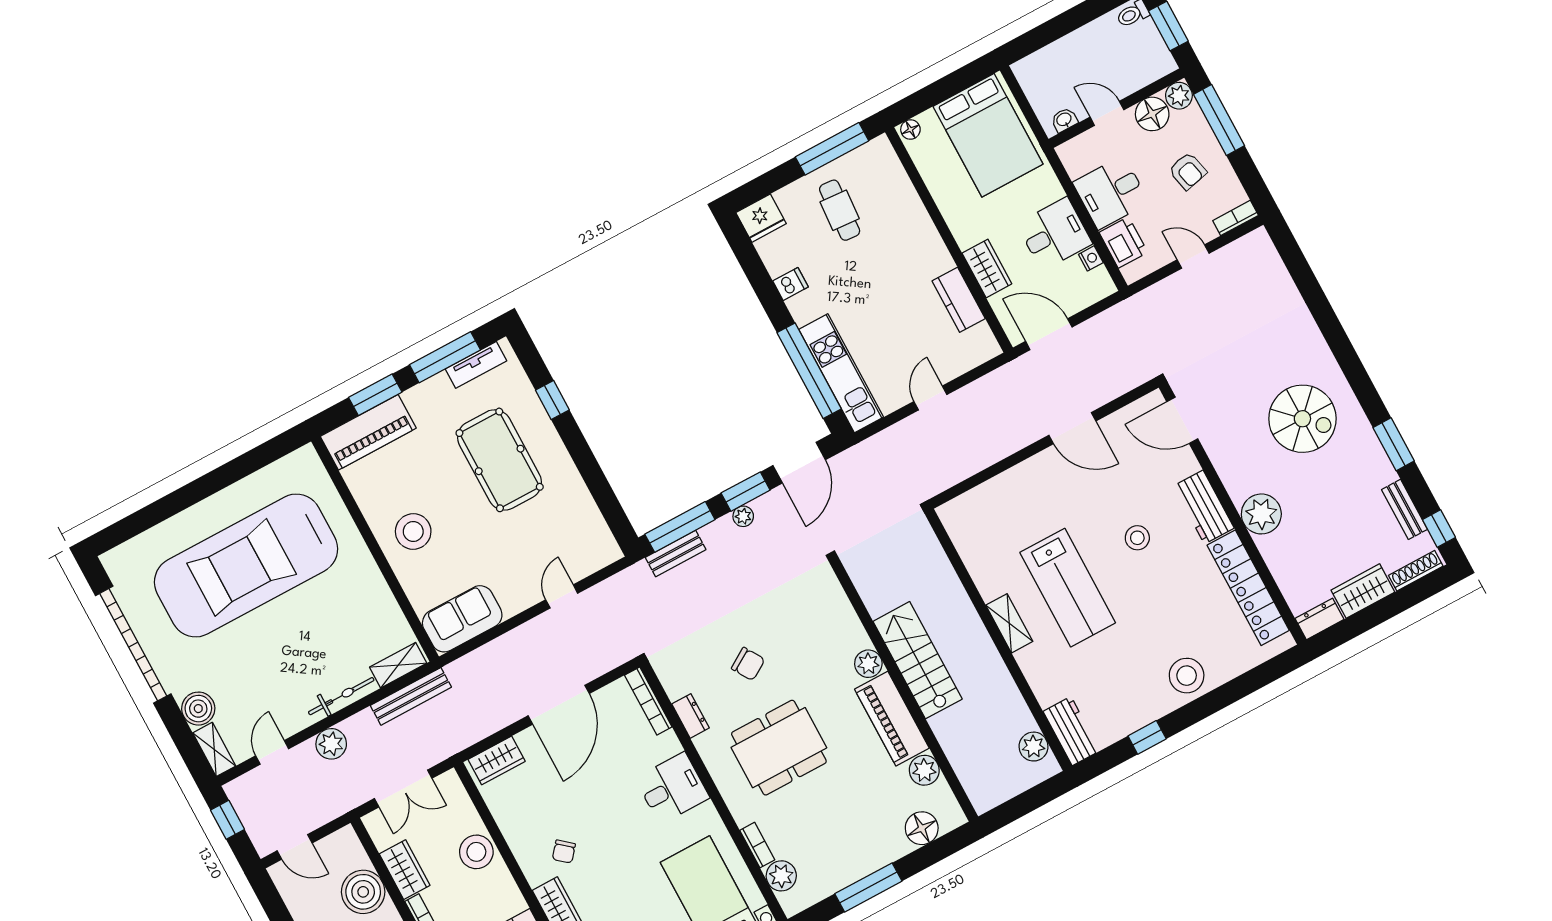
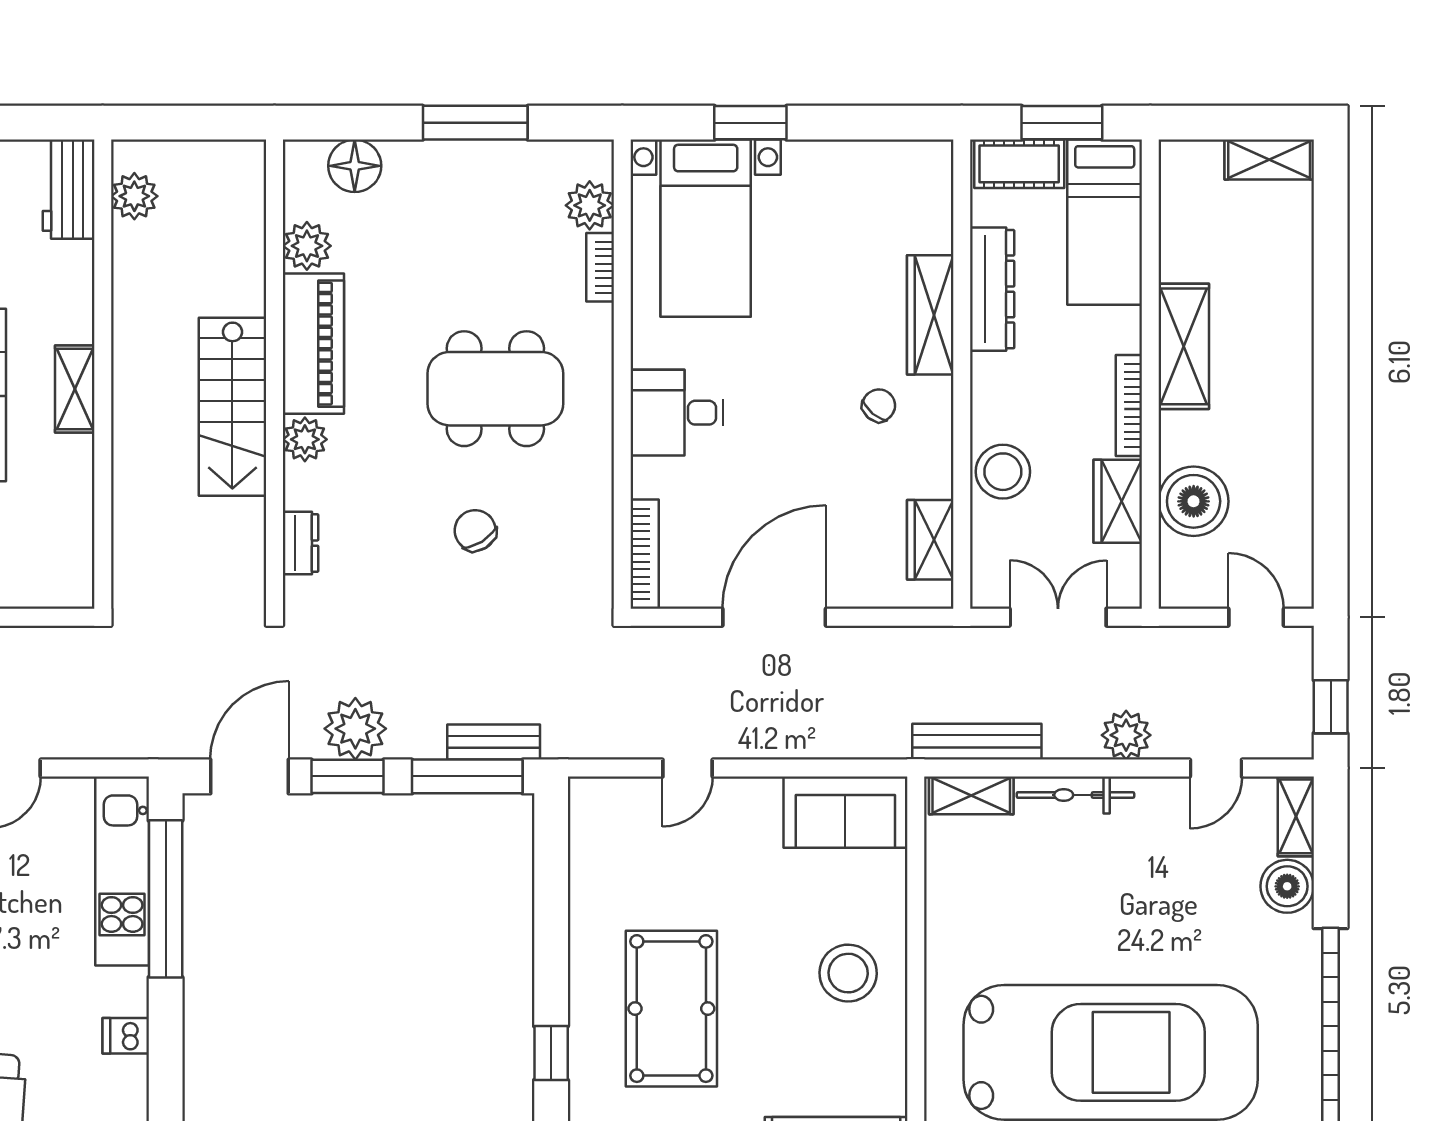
plant: (743, 516) -> (355, 729), width x1.88, depth x1.88
dresser: (691, 716) -> (300, 543), moved, turned 180
wardrobe: (497, 760) -> (930, 540), moved, turned -90

